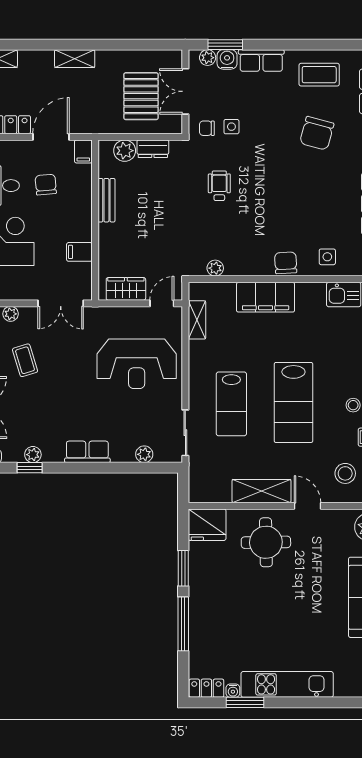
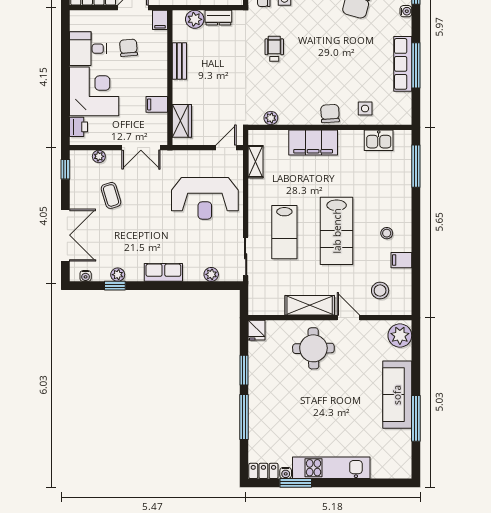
wardrobe: (126, 289) -> (182, 121), moved, turned 90
fridge: (207, 525) -> (257, 330), width x0.53, depth x0.75

